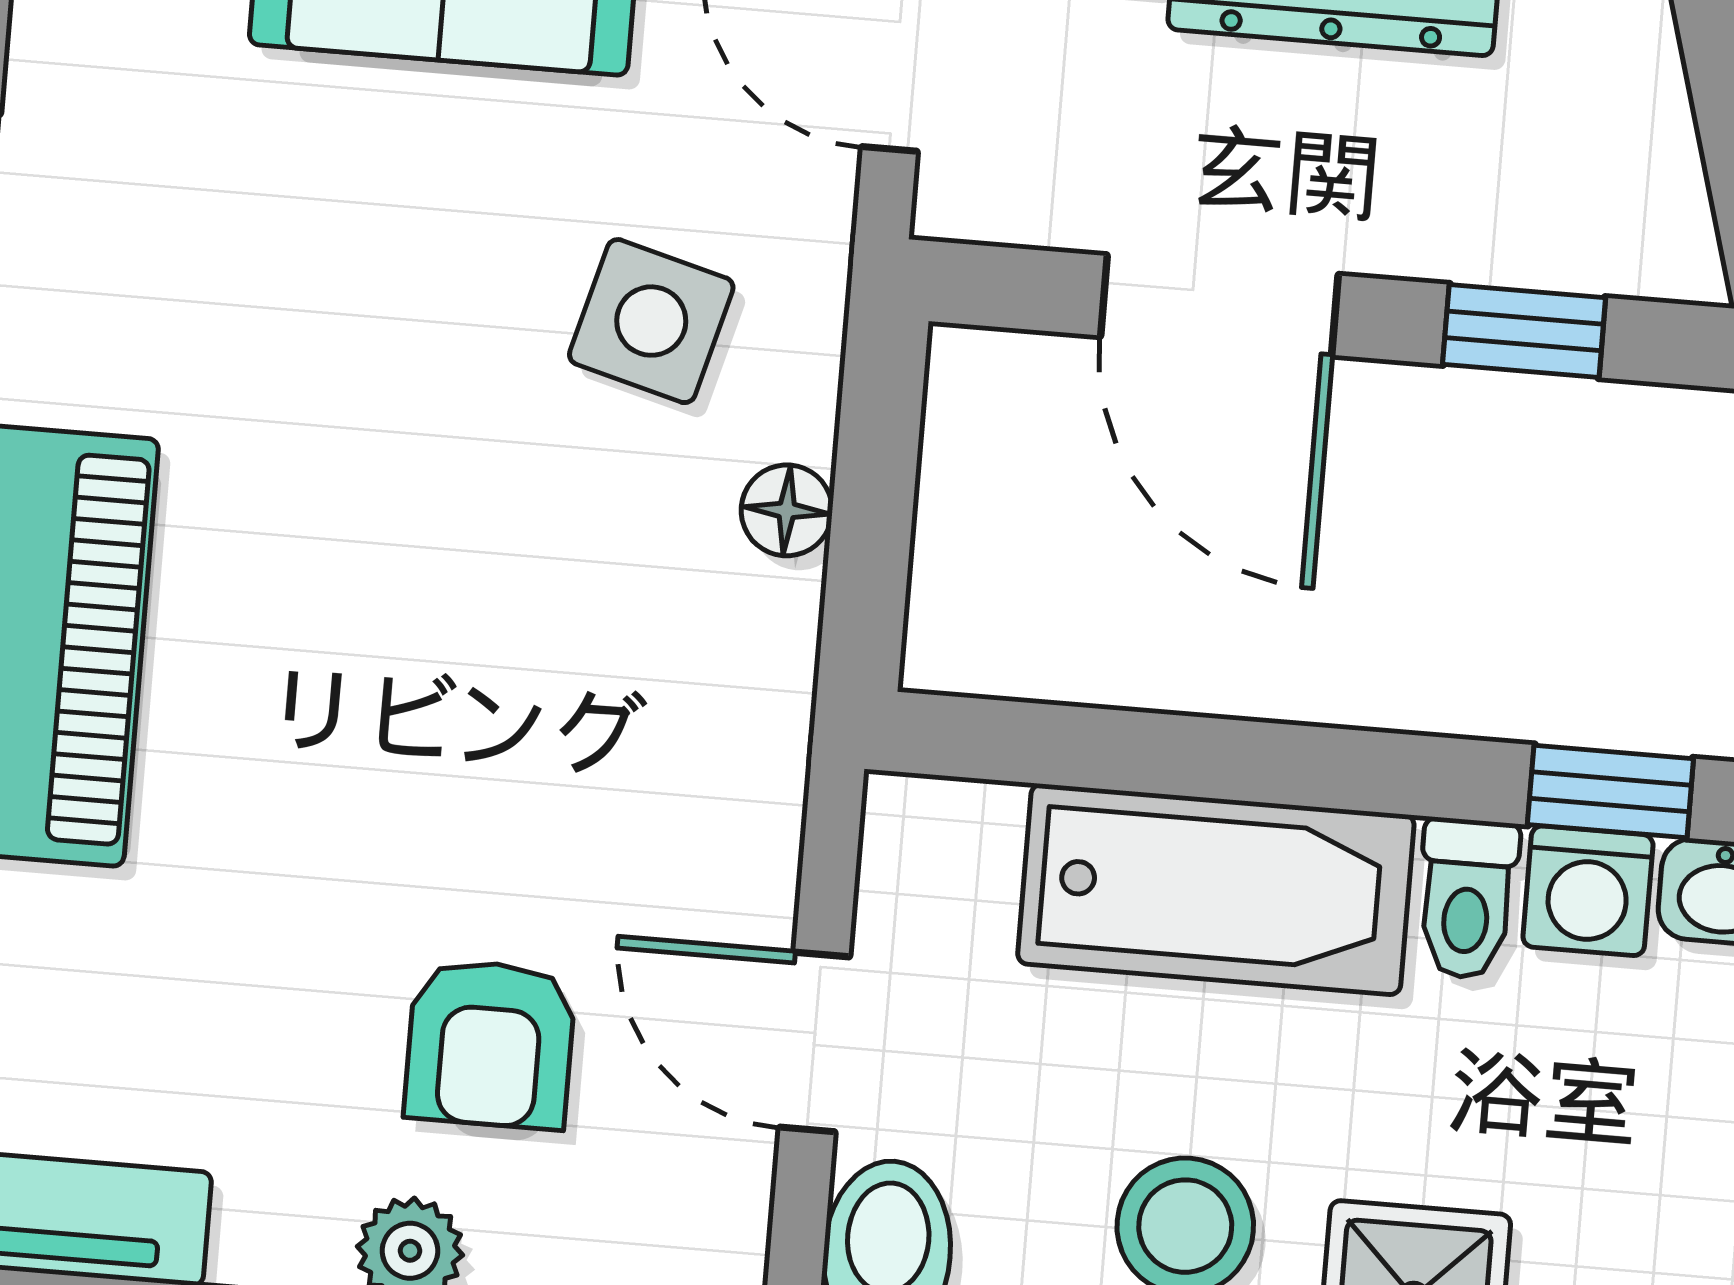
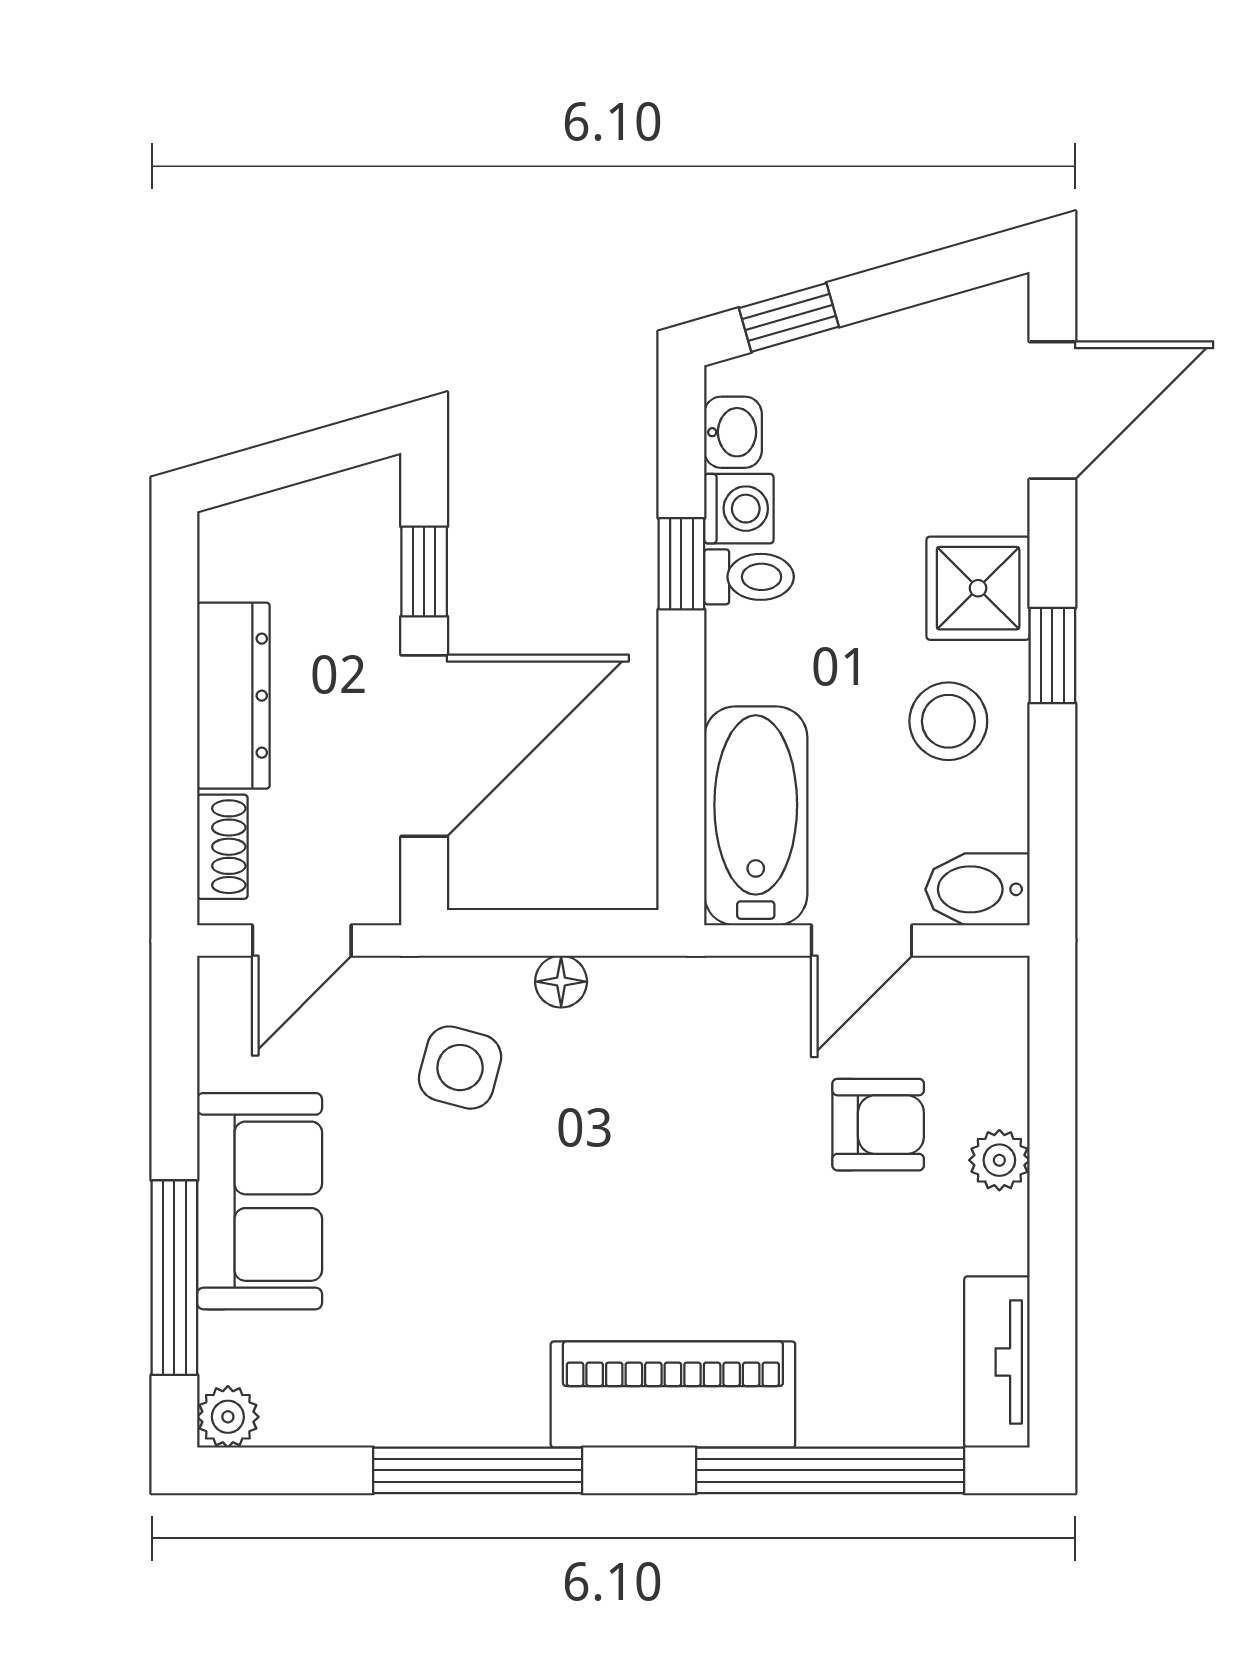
door: (1219, 305) -> (424, 746), width x1.36
window: (1610, 792) -> (681, 564), moved
bathtub: (1216, 889) -> (756, 816), moved

